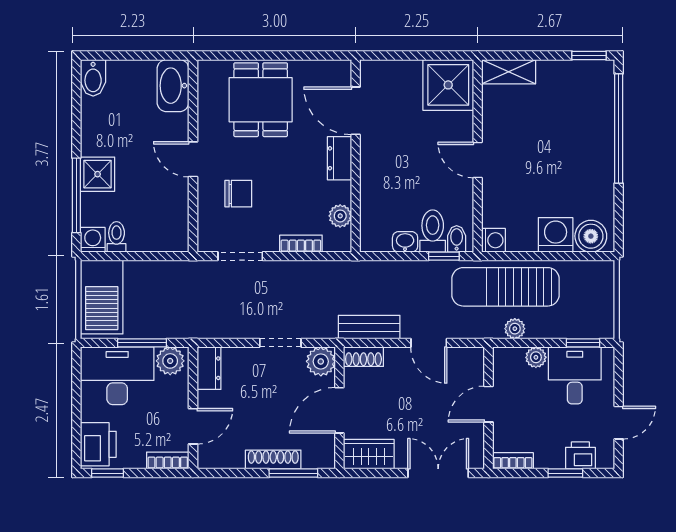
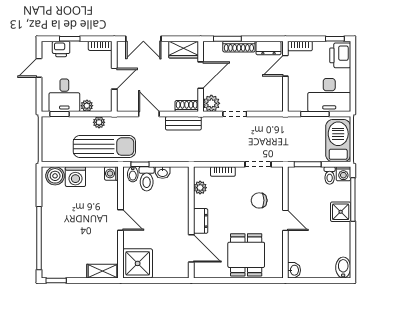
washbasin: (173, 86) -> (294, 270), width x0.52, depth x0.69
window: (154, 256) -> (308, 164), added
plant: (170, 361) -> (299, 104), removed
dresser: (209, 368) -> (269, 48), moved, turned -90

